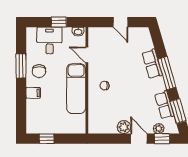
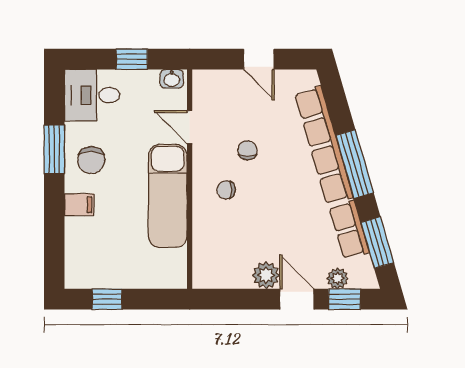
desk: (50, 41) -> (92, 95), moved, turned -90
row of seats: (152, 64) -> (324, 145), width x2.02
chair: (115, 66) -> (247, 150), added

